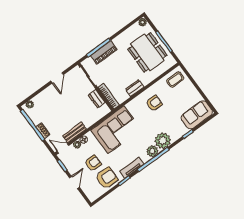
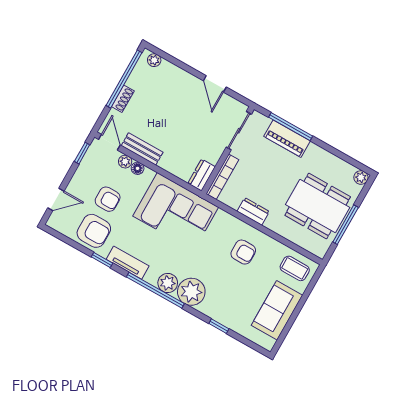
dining table: (147, 52) -> (318, 206), turned 90
door: (57, 78) -> (215, 84), hinge flipped
dresser: (97, 99) -> (202, 175), moved
sofa: (197, 115) -> (277, 310), moved, turned -90
door: (74, 182) -> (56, 199), moved

